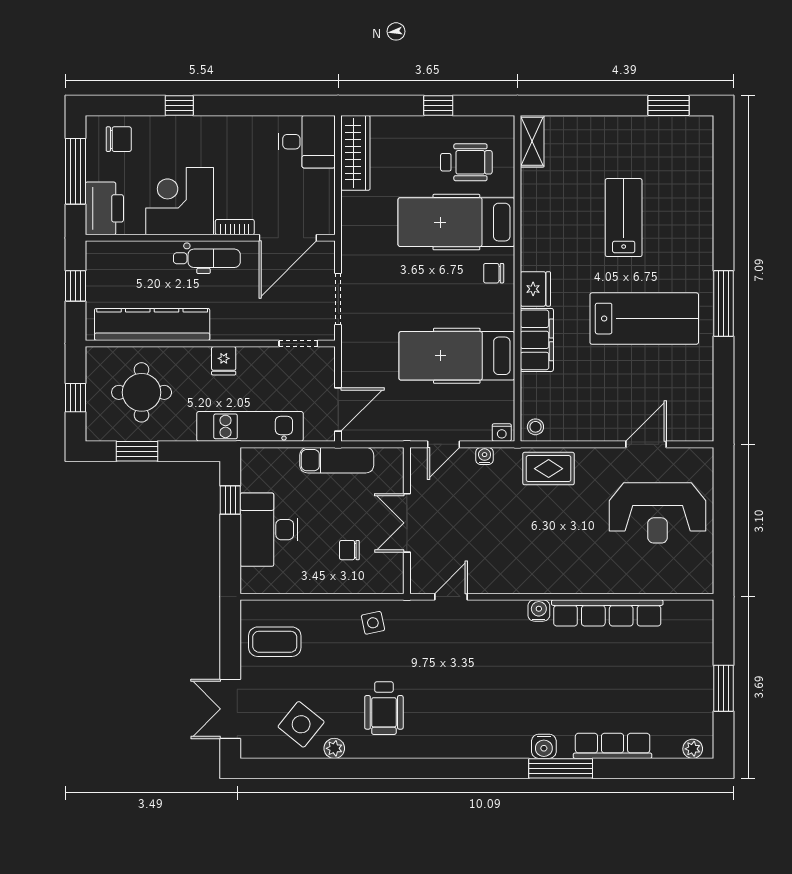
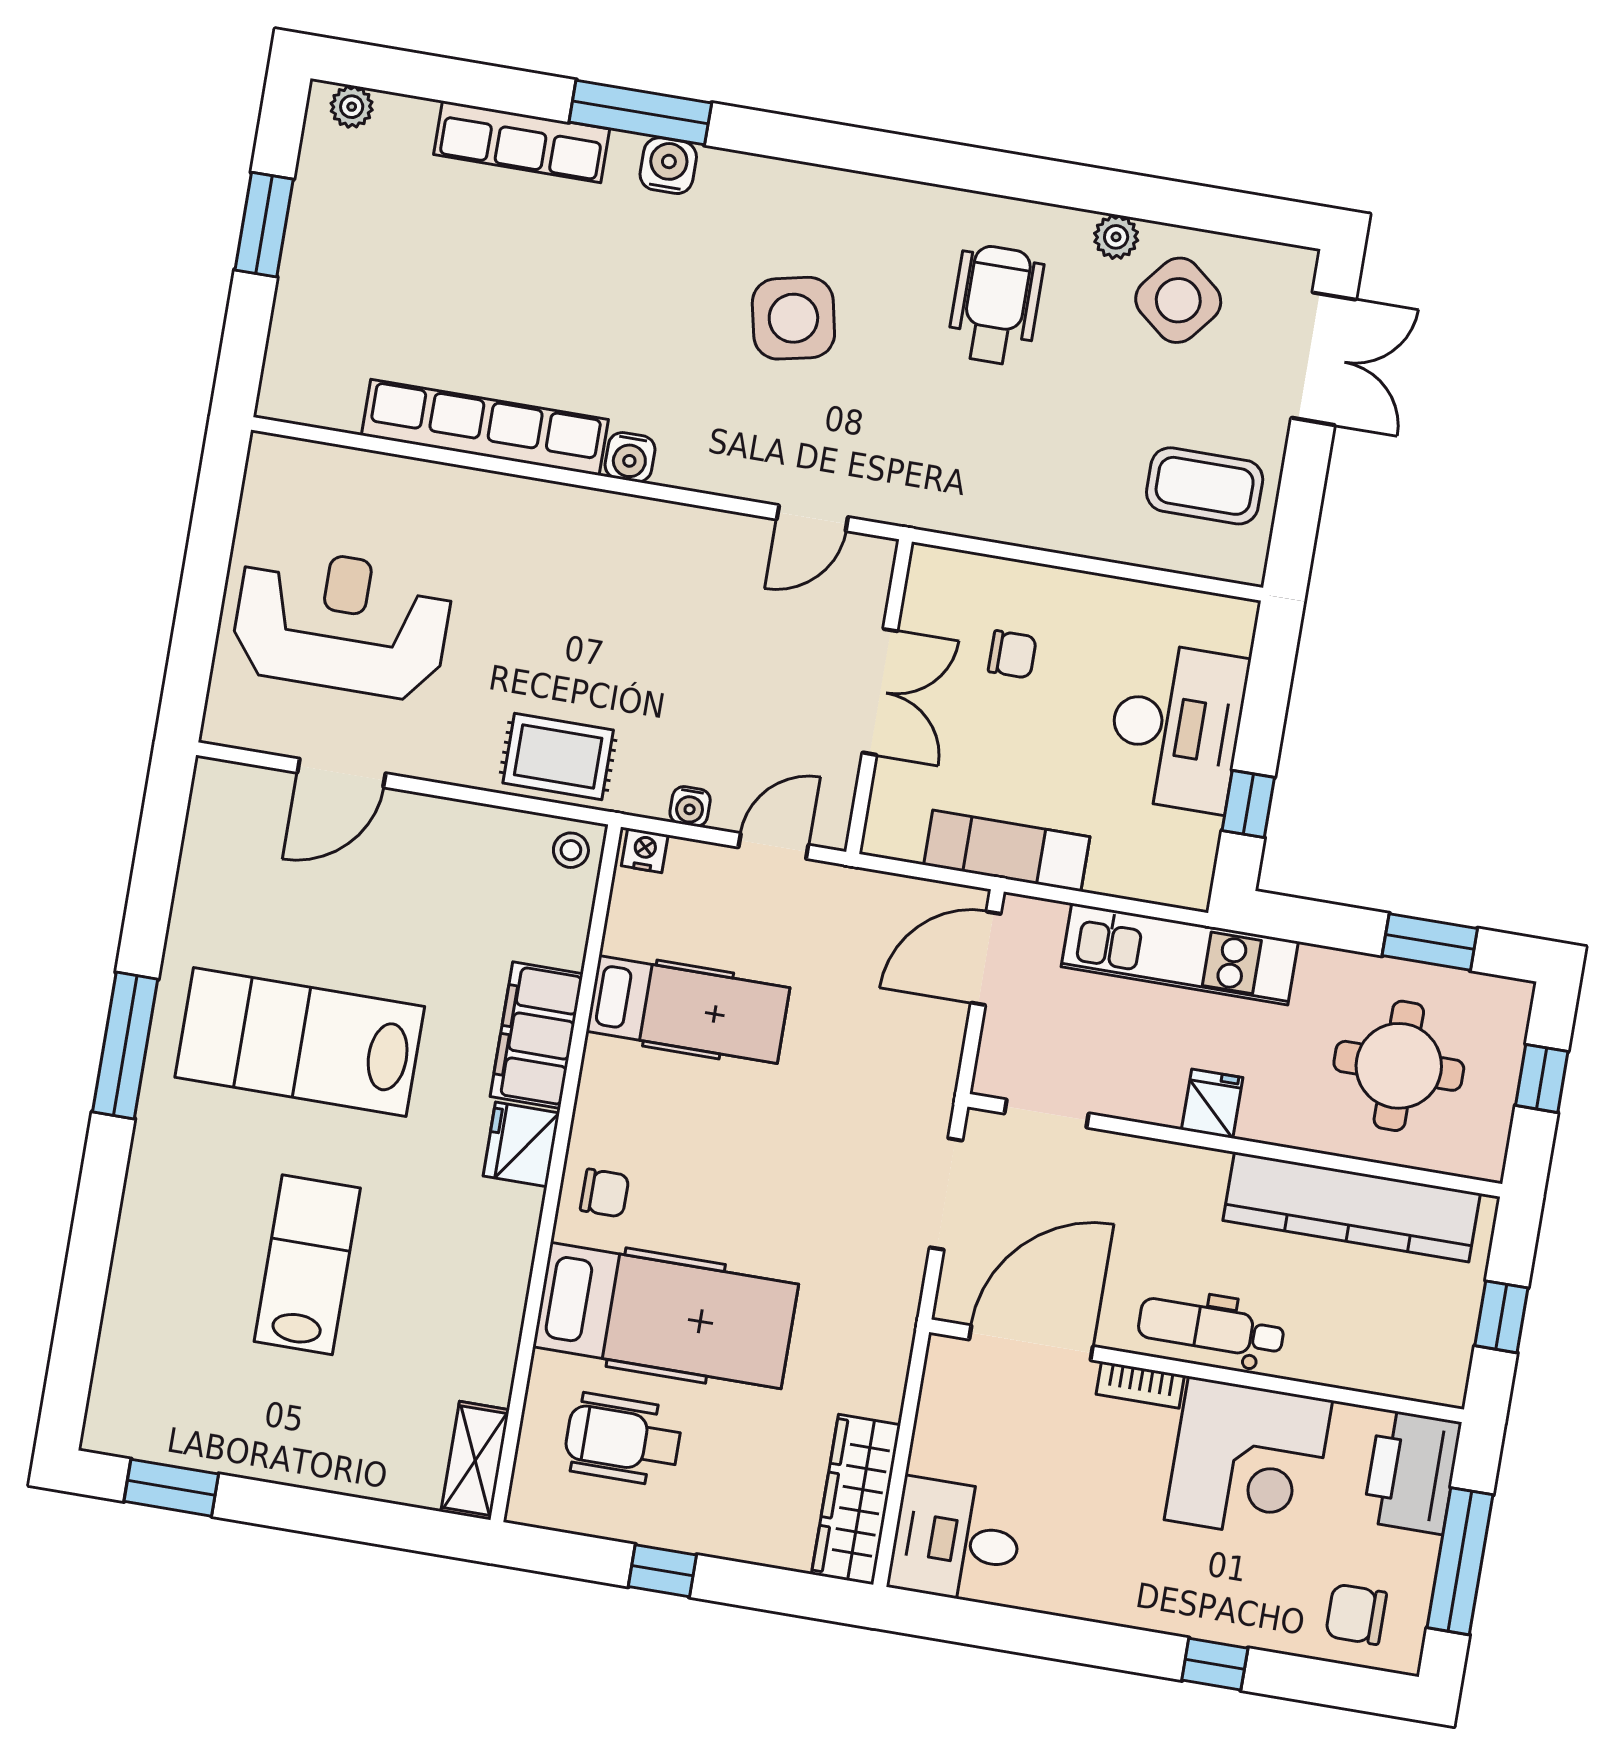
lab bench: (624, 218) -> (307, 1265), turned 180
hospital bed: (457, 356) -> (688, 1009), width x0.73, depth x0.78
side table: (373, 623) -> (793, 318), moved, width x1.87, depth x1.87

